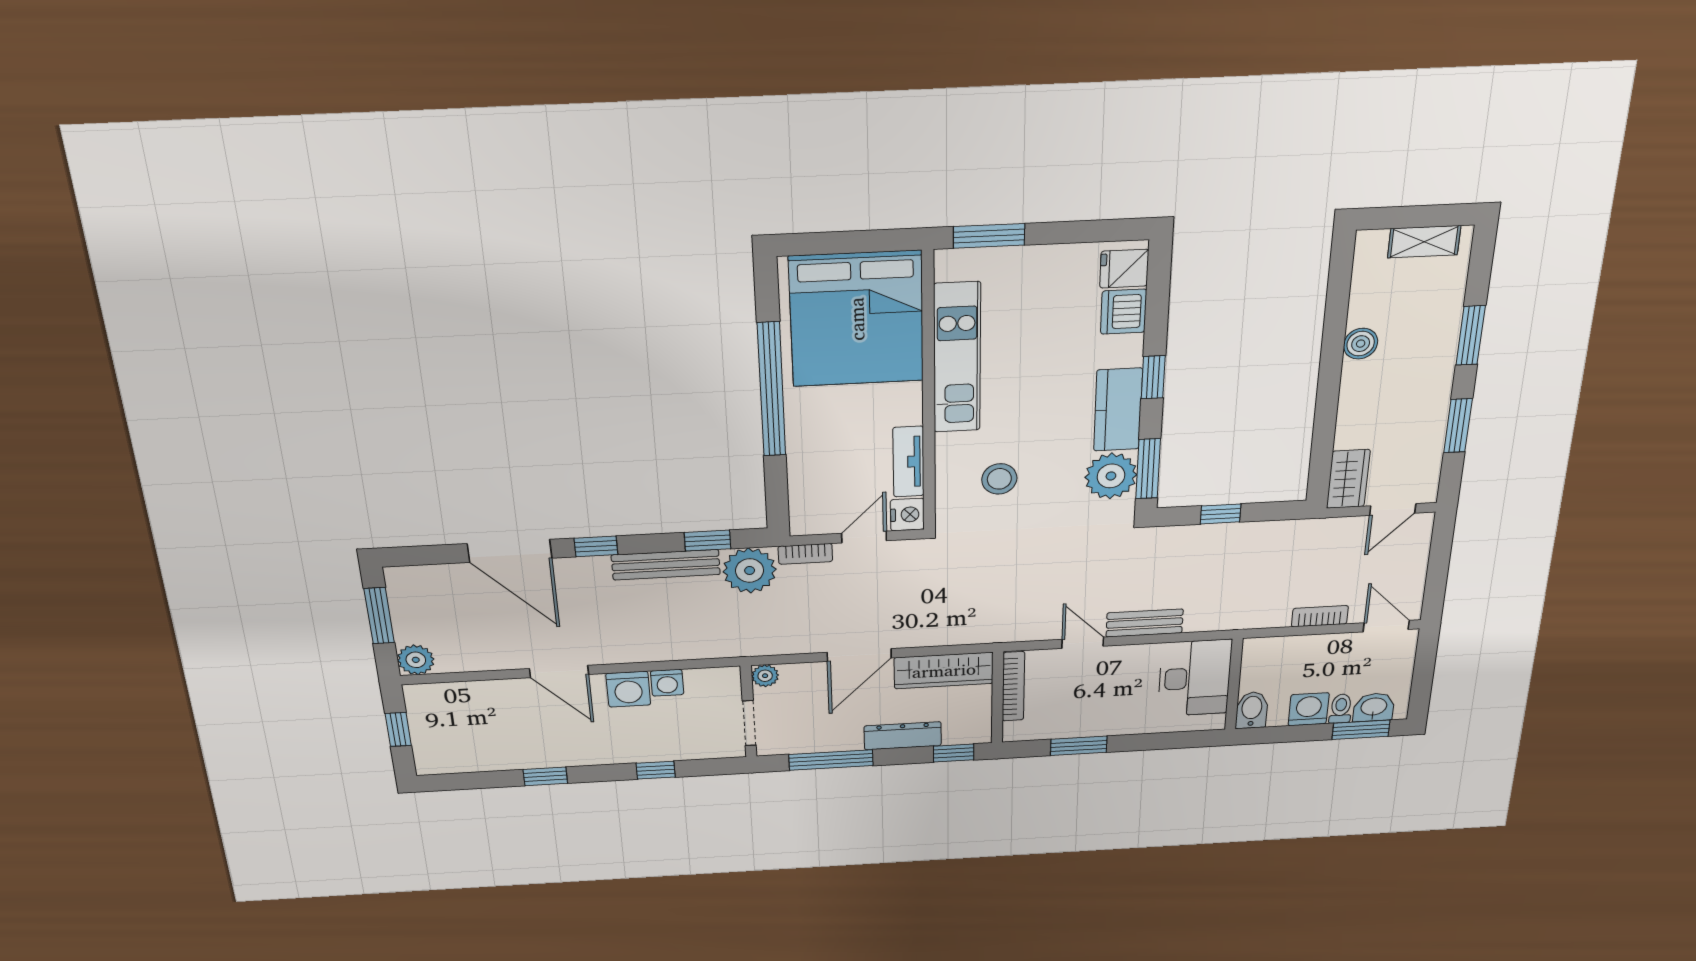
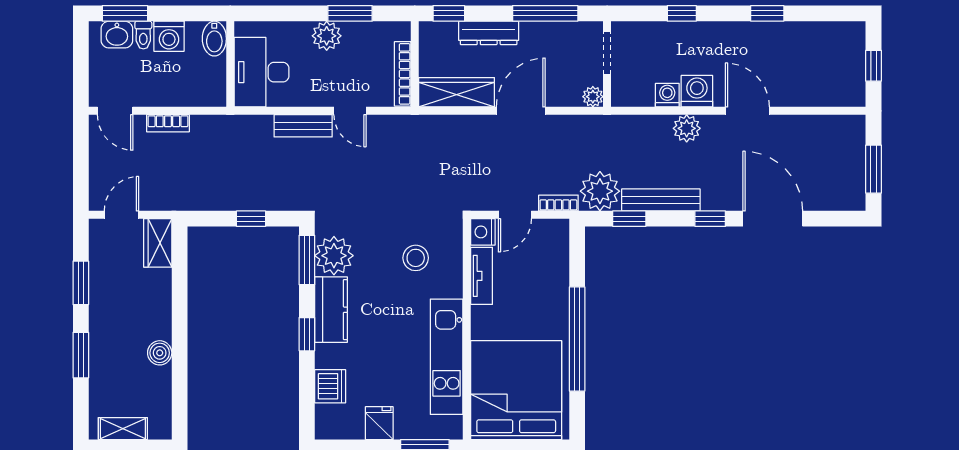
fridge: (1124, 269) -> (379, 423), moved, turned -90
plant: (416, 660) -> (687, 128), moved
plant: (1109, 721) -> (327, 36), added

